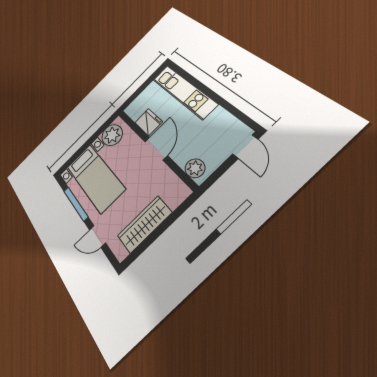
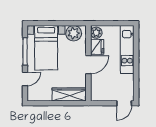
plant: (195, 168) -> (96, 33), moved
wardrobe: (144, 224) -> (69, 94), moved
door: (97, 236) -> (25, 79), swing flipped

